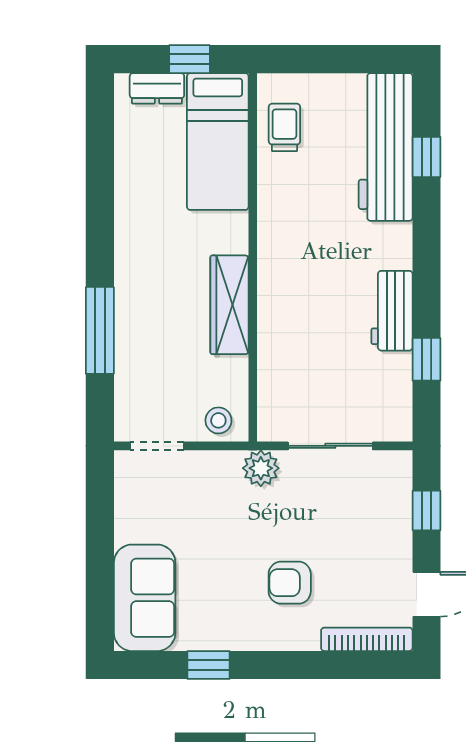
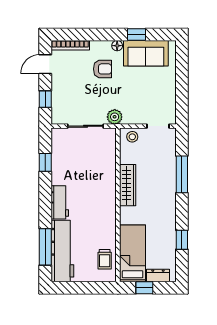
window: (427, 157) -> (45, 247), width x2.17
window: (100, 174) -> (182, 240), added
workbench: (392, 311) -> (60, 202), moved
sofa: (145, 598) -> (146, 53), moved, turned -90
floor lamp: (255, 638) -> (117, 46), added

